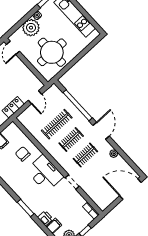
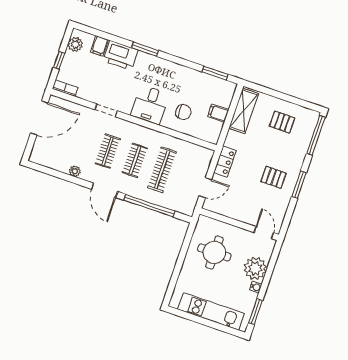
round table: (52, 52) -> (214, 252), width x0.73, depth x0.73
door: (35, 97) -> (205, 188), swing flipped
desk: (45, 173) -> (150, 105), width x0.73
door: (130, 189) -> (39, 118), moved
printer: (45, 218) -> (120, 55), width x1.87, depth x1.48

